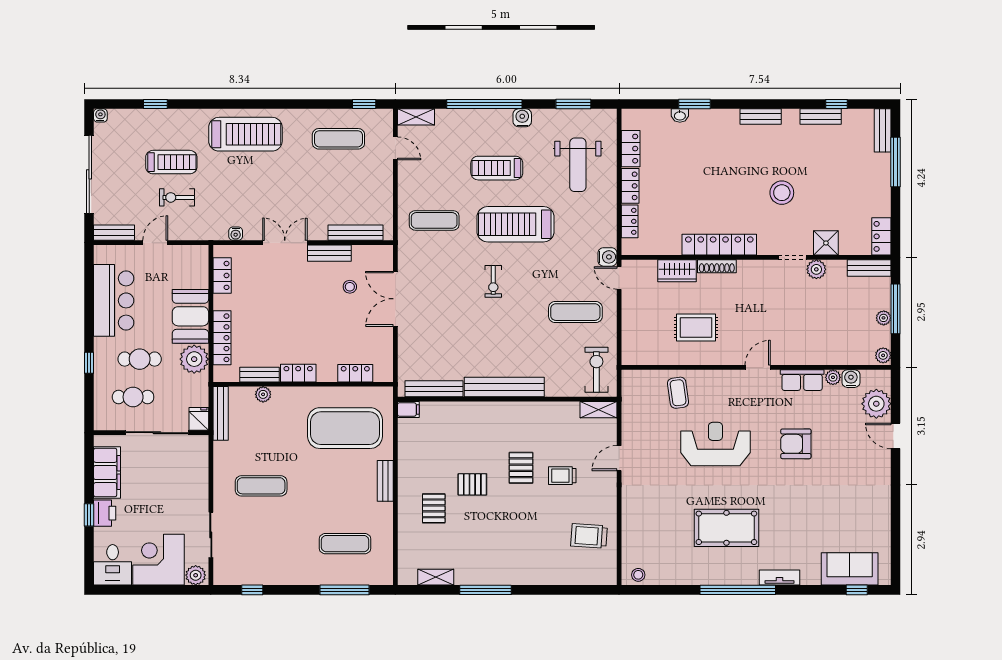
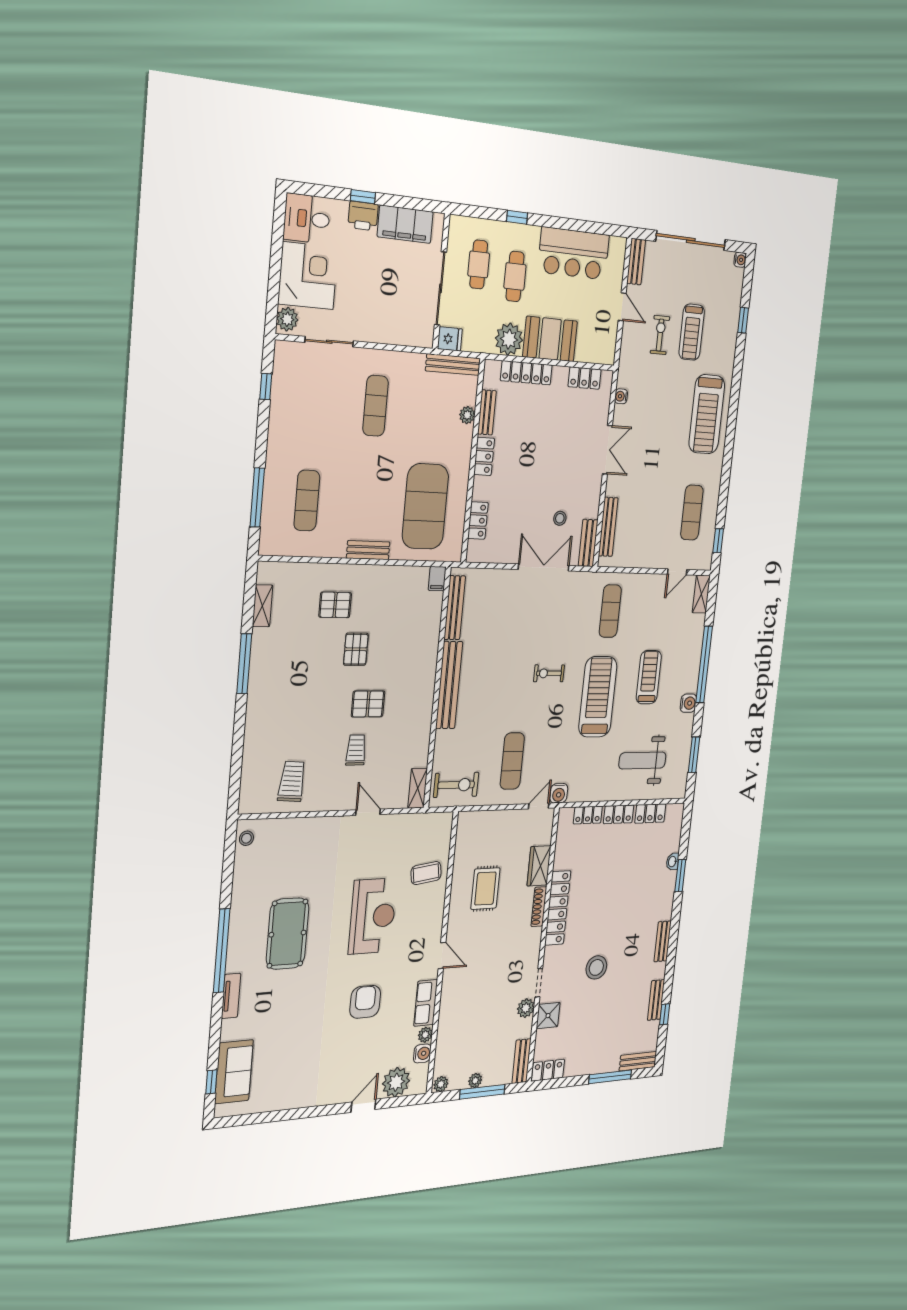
bench: (329, 253) -> (588, 543), moved

